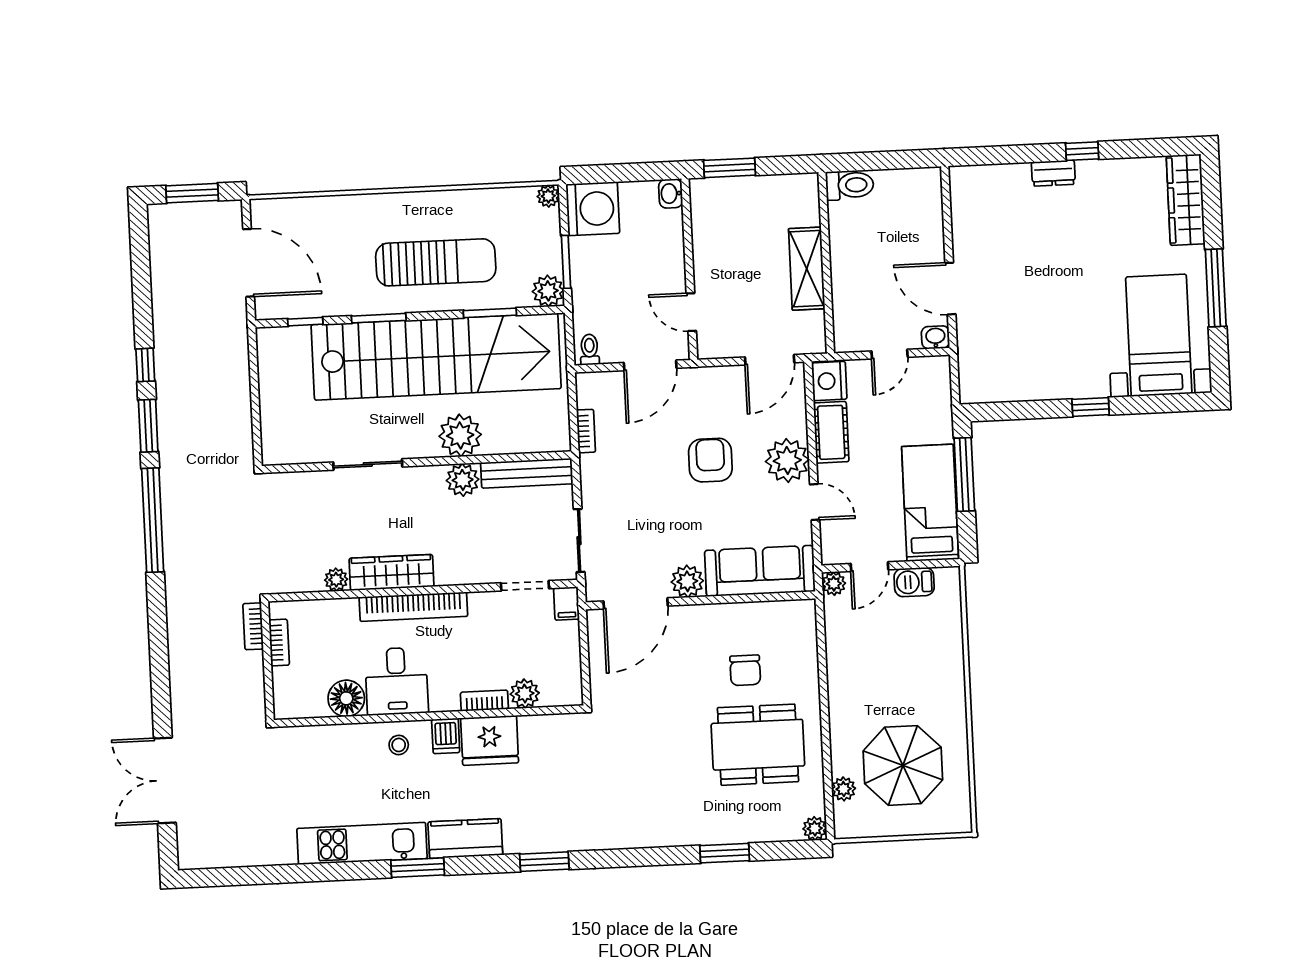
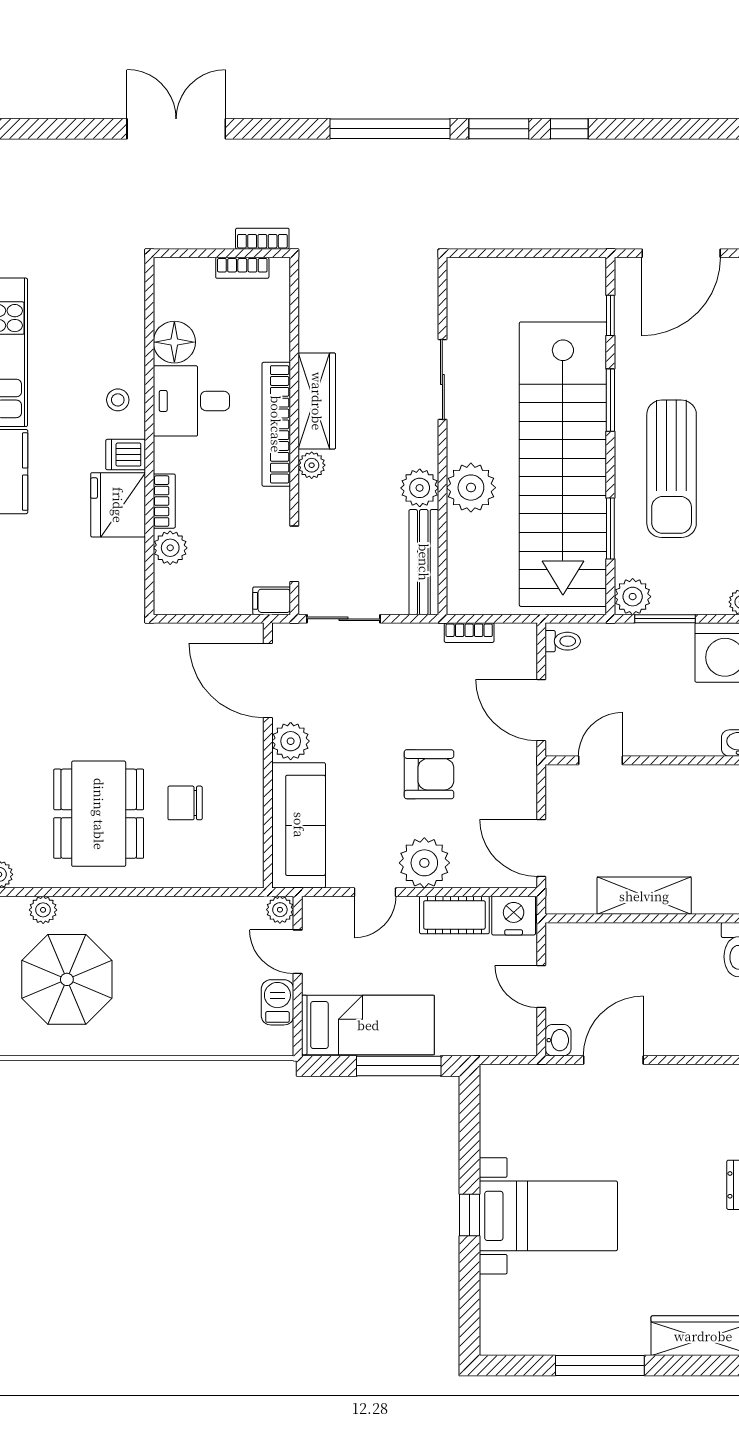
bed with nightstands: (1159, 335) -> (548, 1216), moved
plant: (336, 580) -> (312, 465), moved
double door: (165, 780) -> (176, 129), moved

